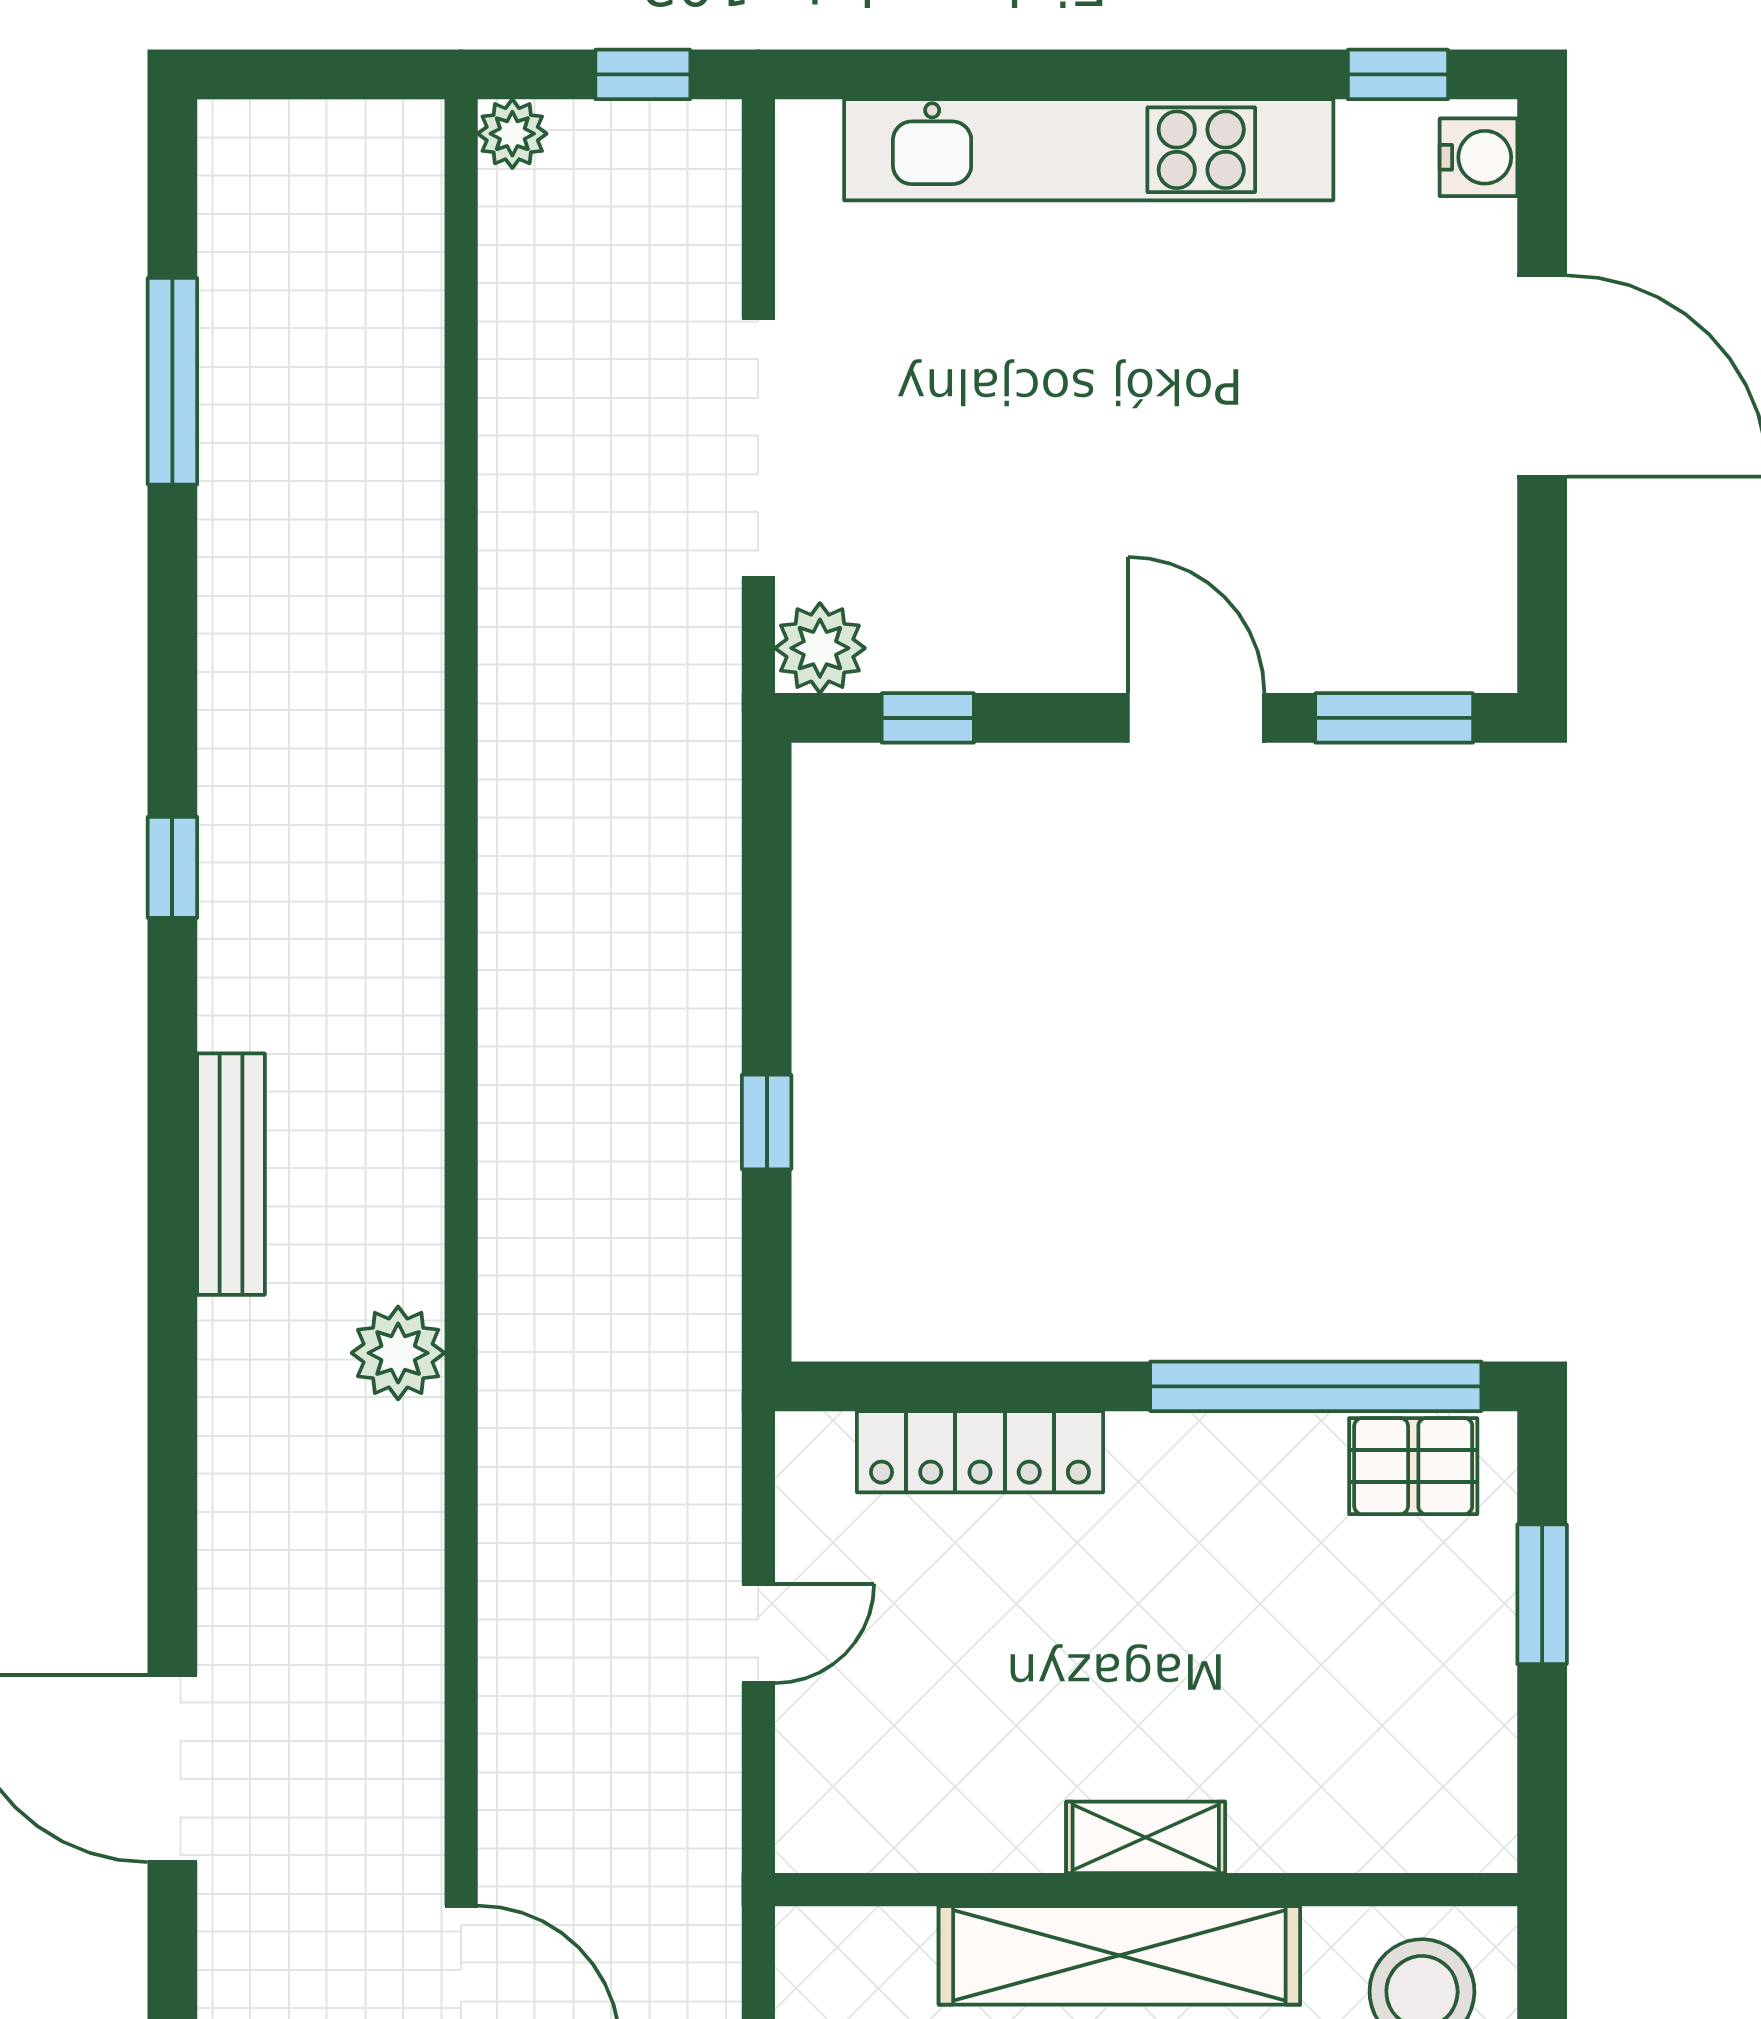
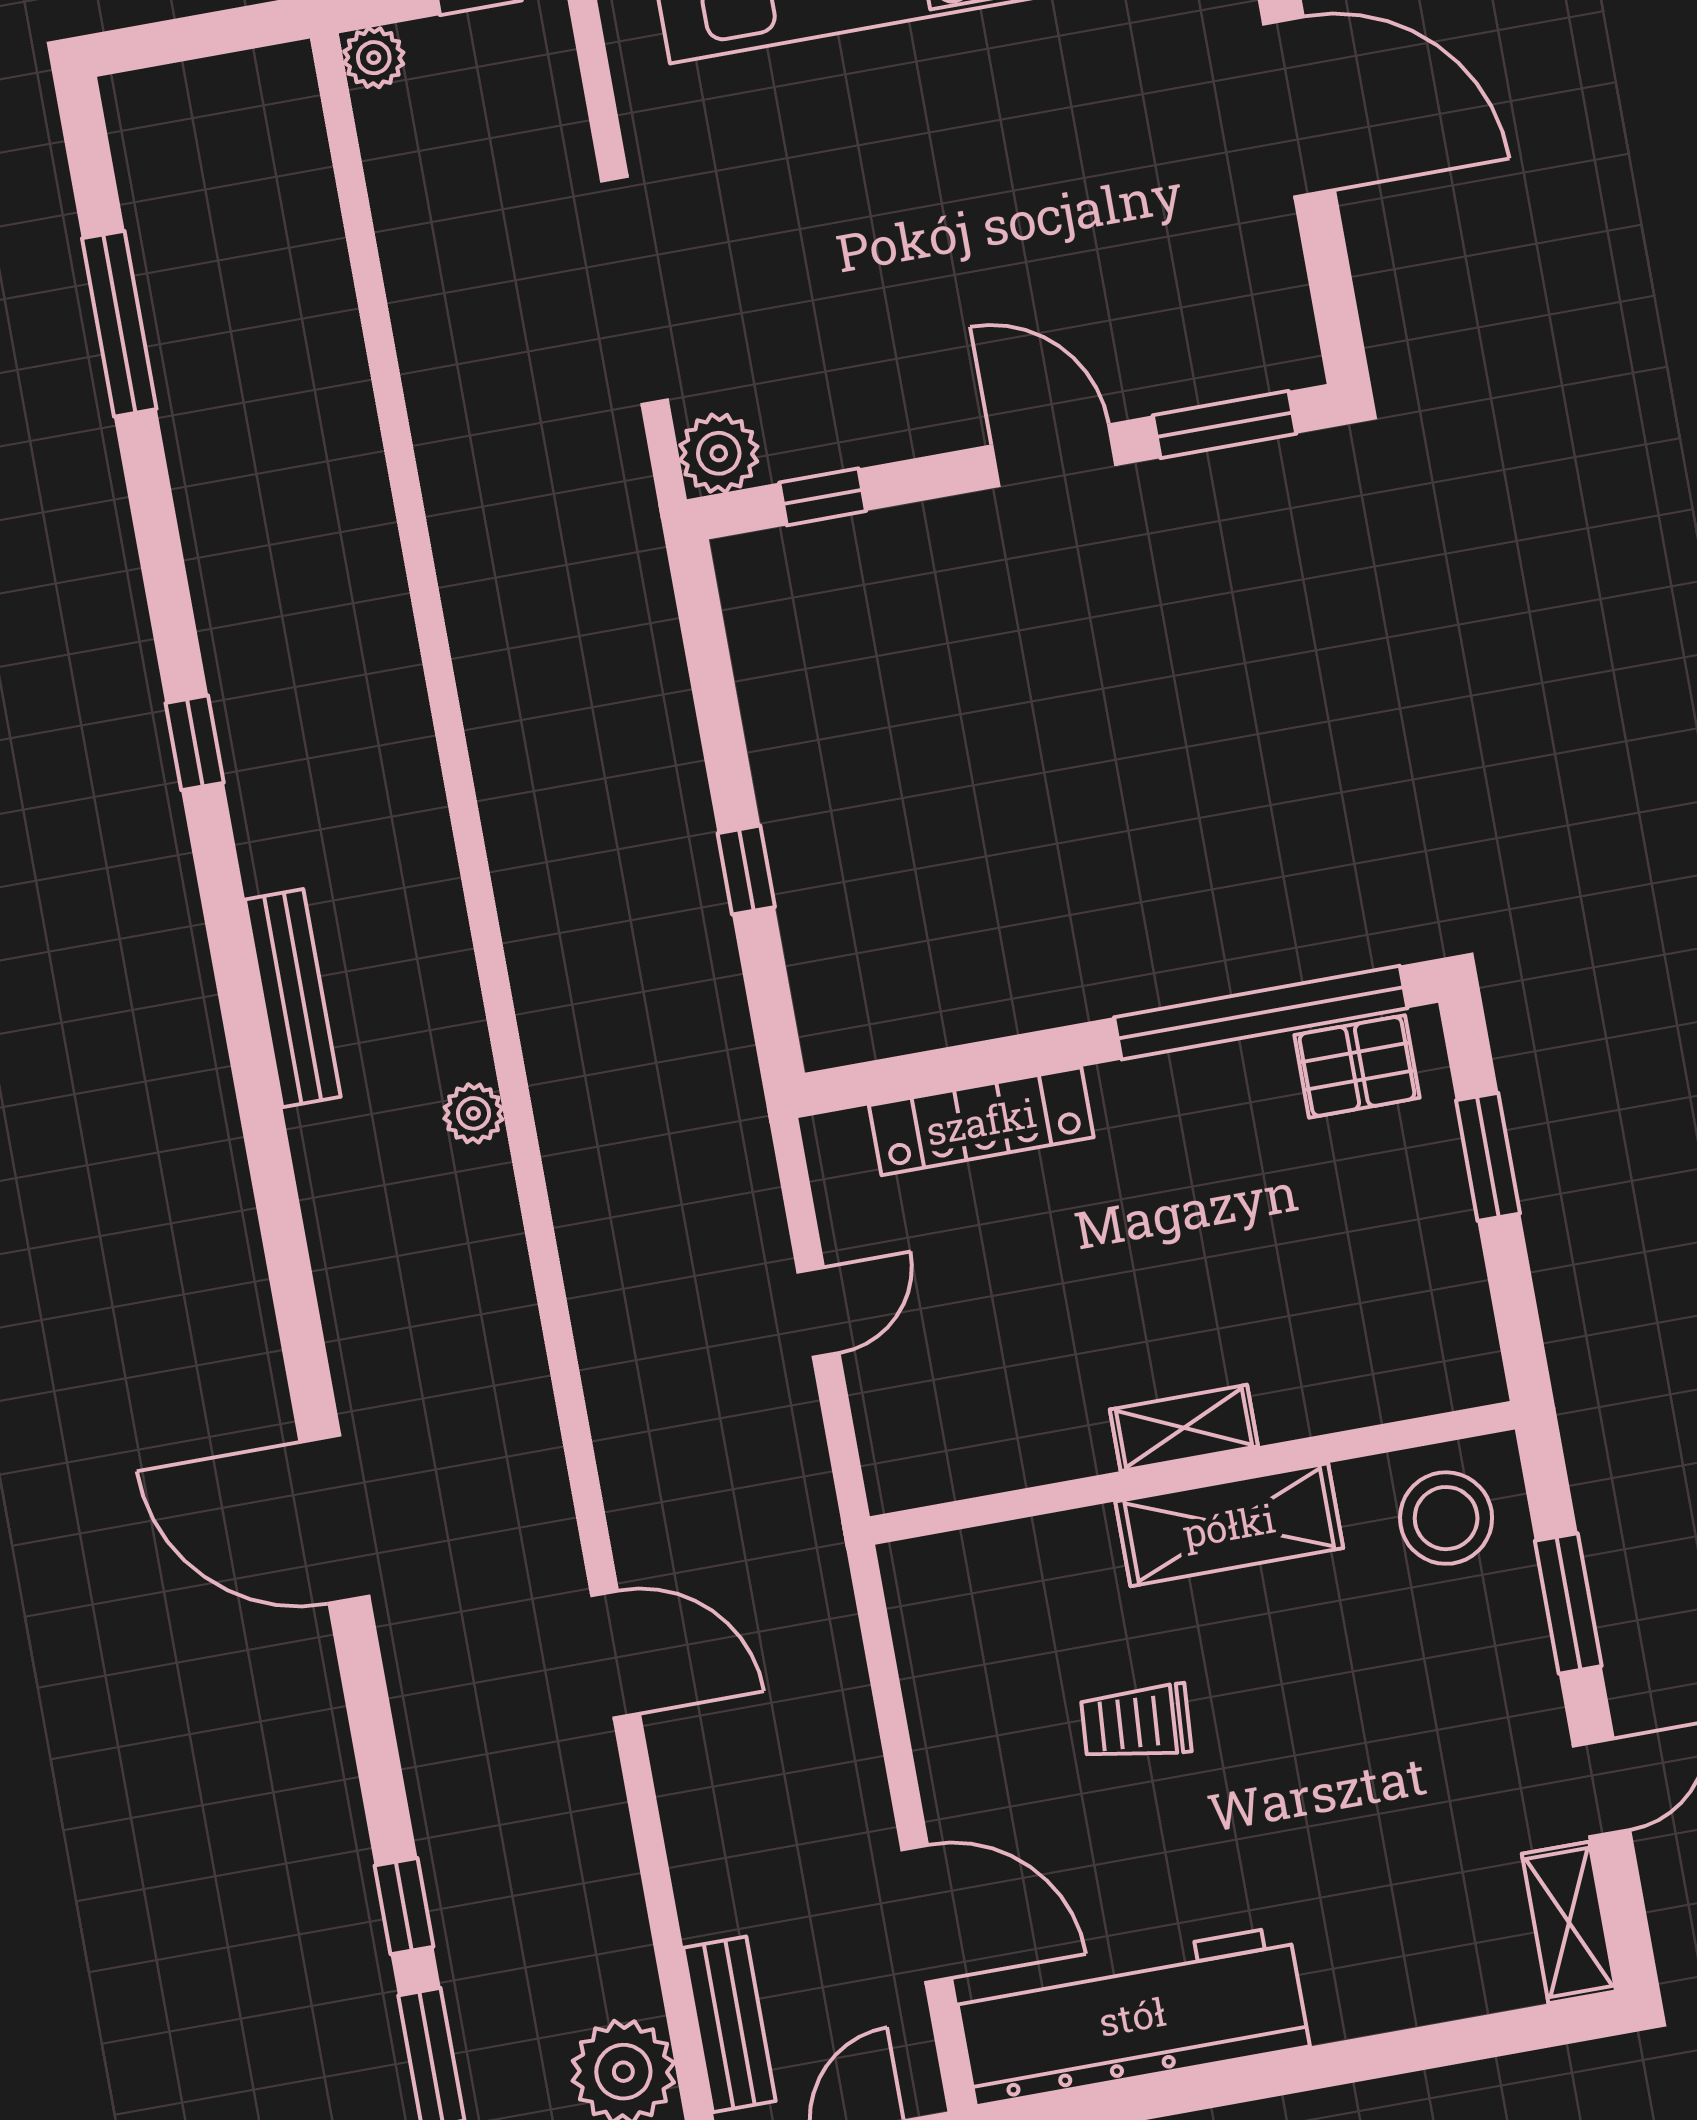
plant: (398, 1353) -> (473, 1113), width x0.73, depth x0.73
shelving: (1119, 1955) -> (1229, 1525), width x0.68

